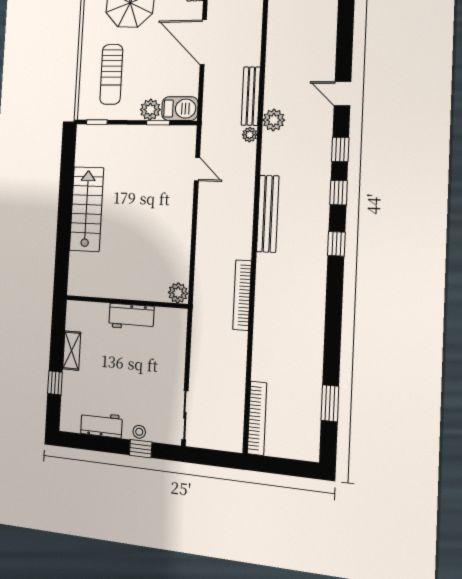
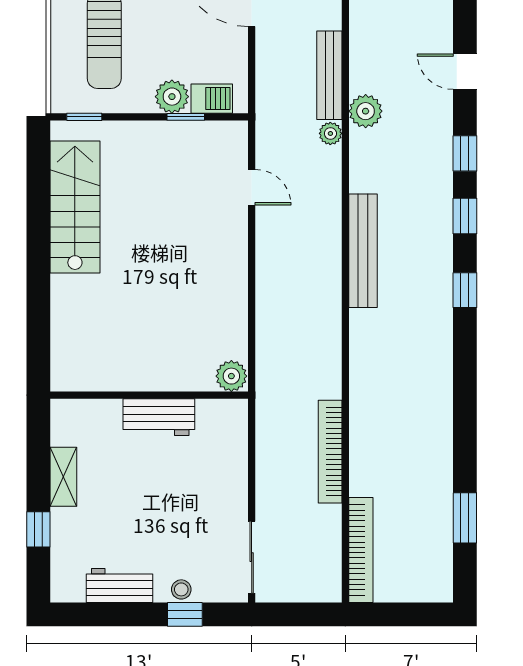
barbecue: (180, 109) -> (212, 99), width x0.73, depth x0.79
stairs: (86, 209) -> (75, 207), moved
bookcase: (242, 295) -> (330, 452), moved

